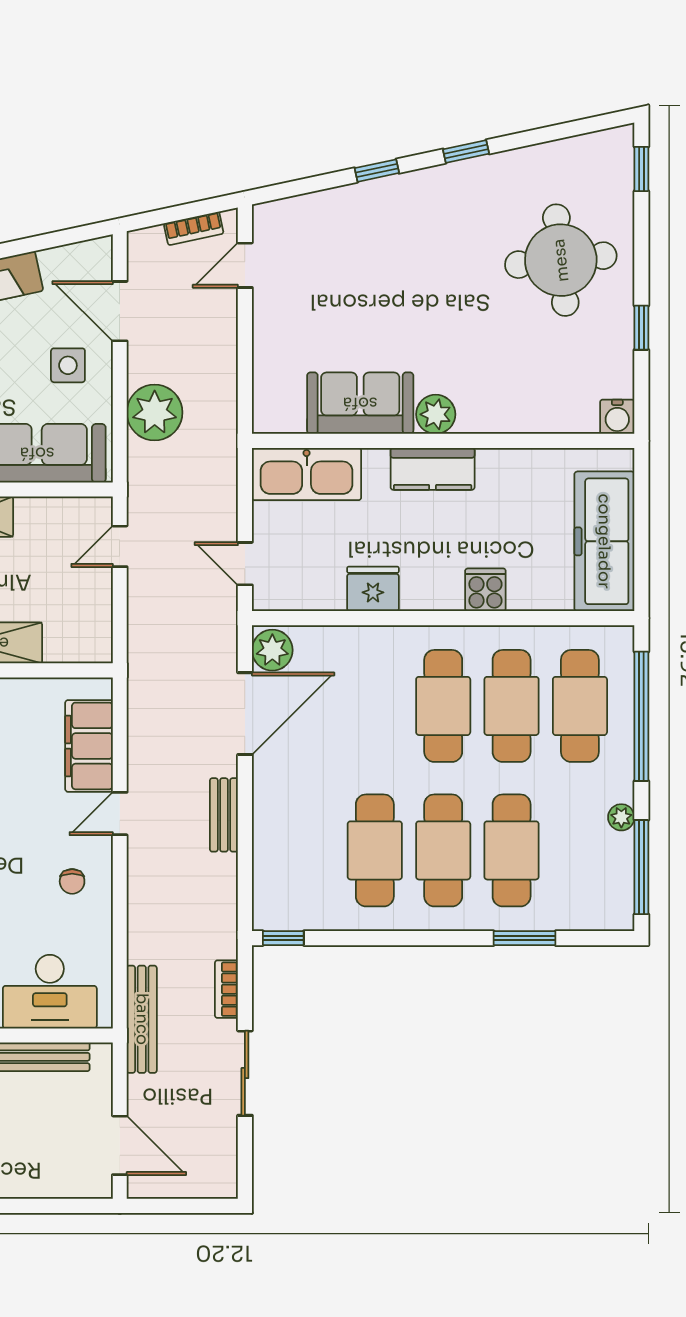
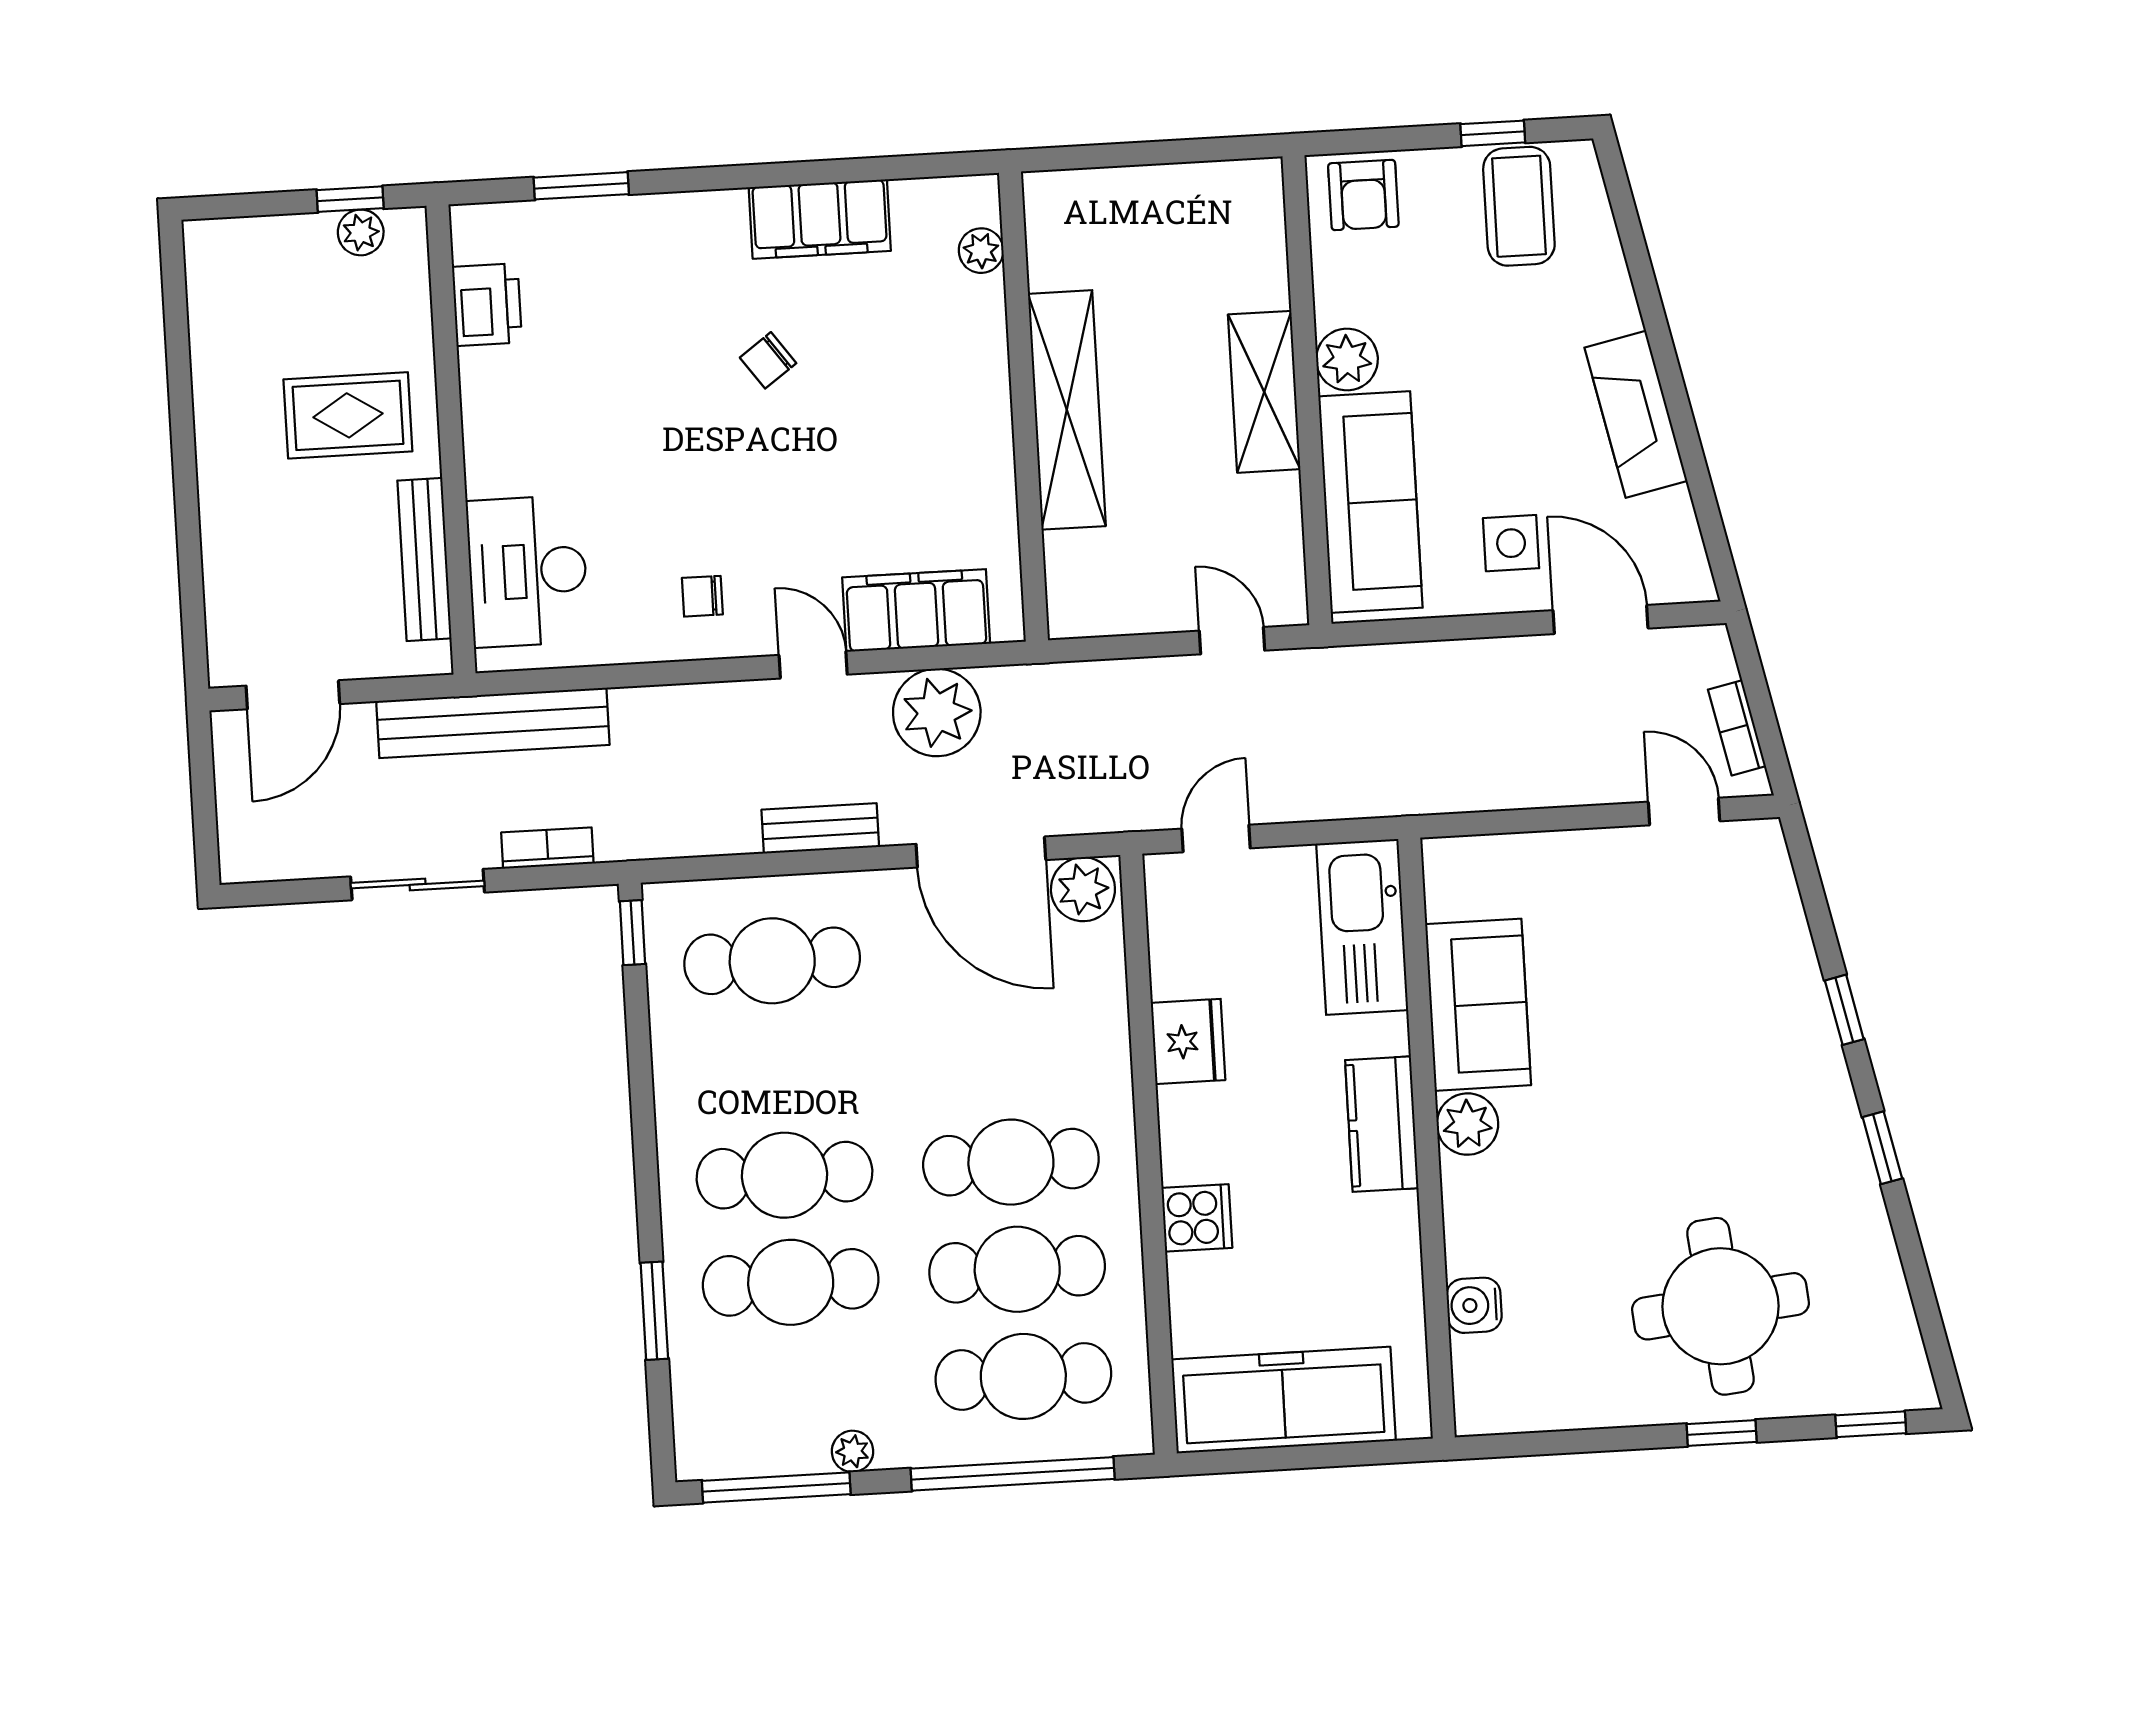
door: (120, 311) -> (1601, 619), hinge flipped
window: (641, 328) -> (1722, 1433), moved
plant: (155, 412) -> (937, 712), moved
water cooler: (617, 417) -> (1474, 1305), moved
cafe table: (375, 850) -> (772, 961), moved
bench: (142, 1019) -> (493, 723), width x1.37, depth x1.21

